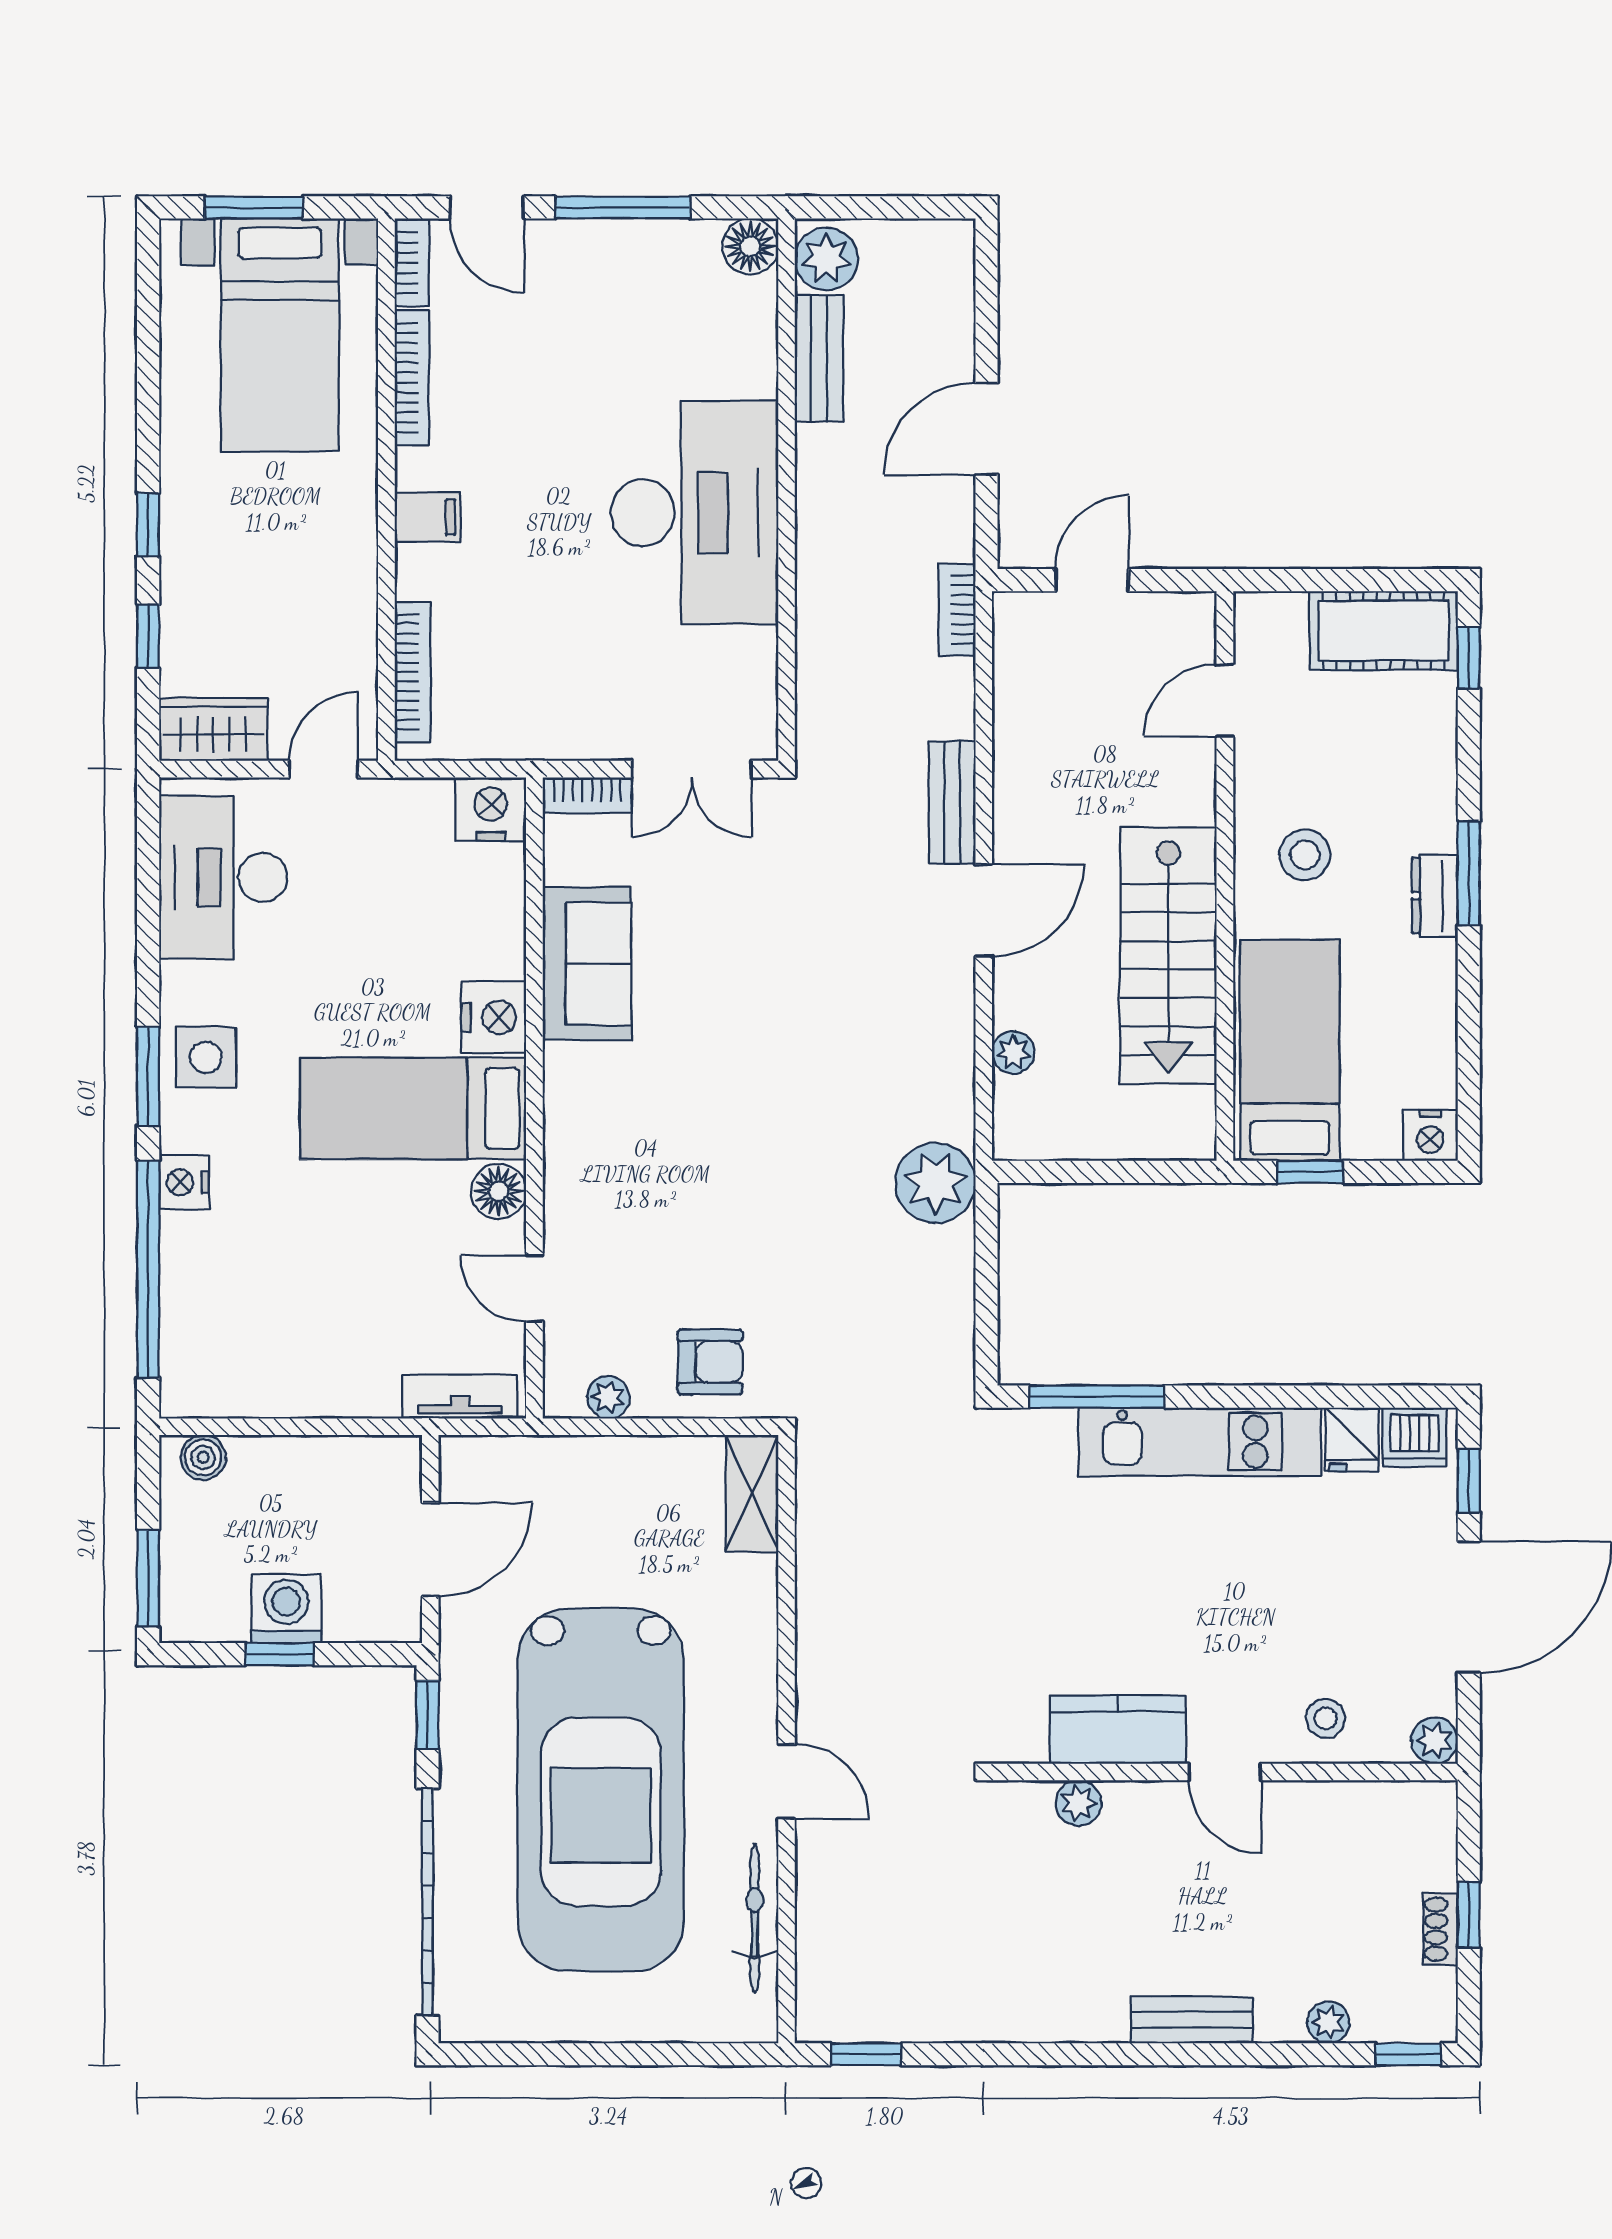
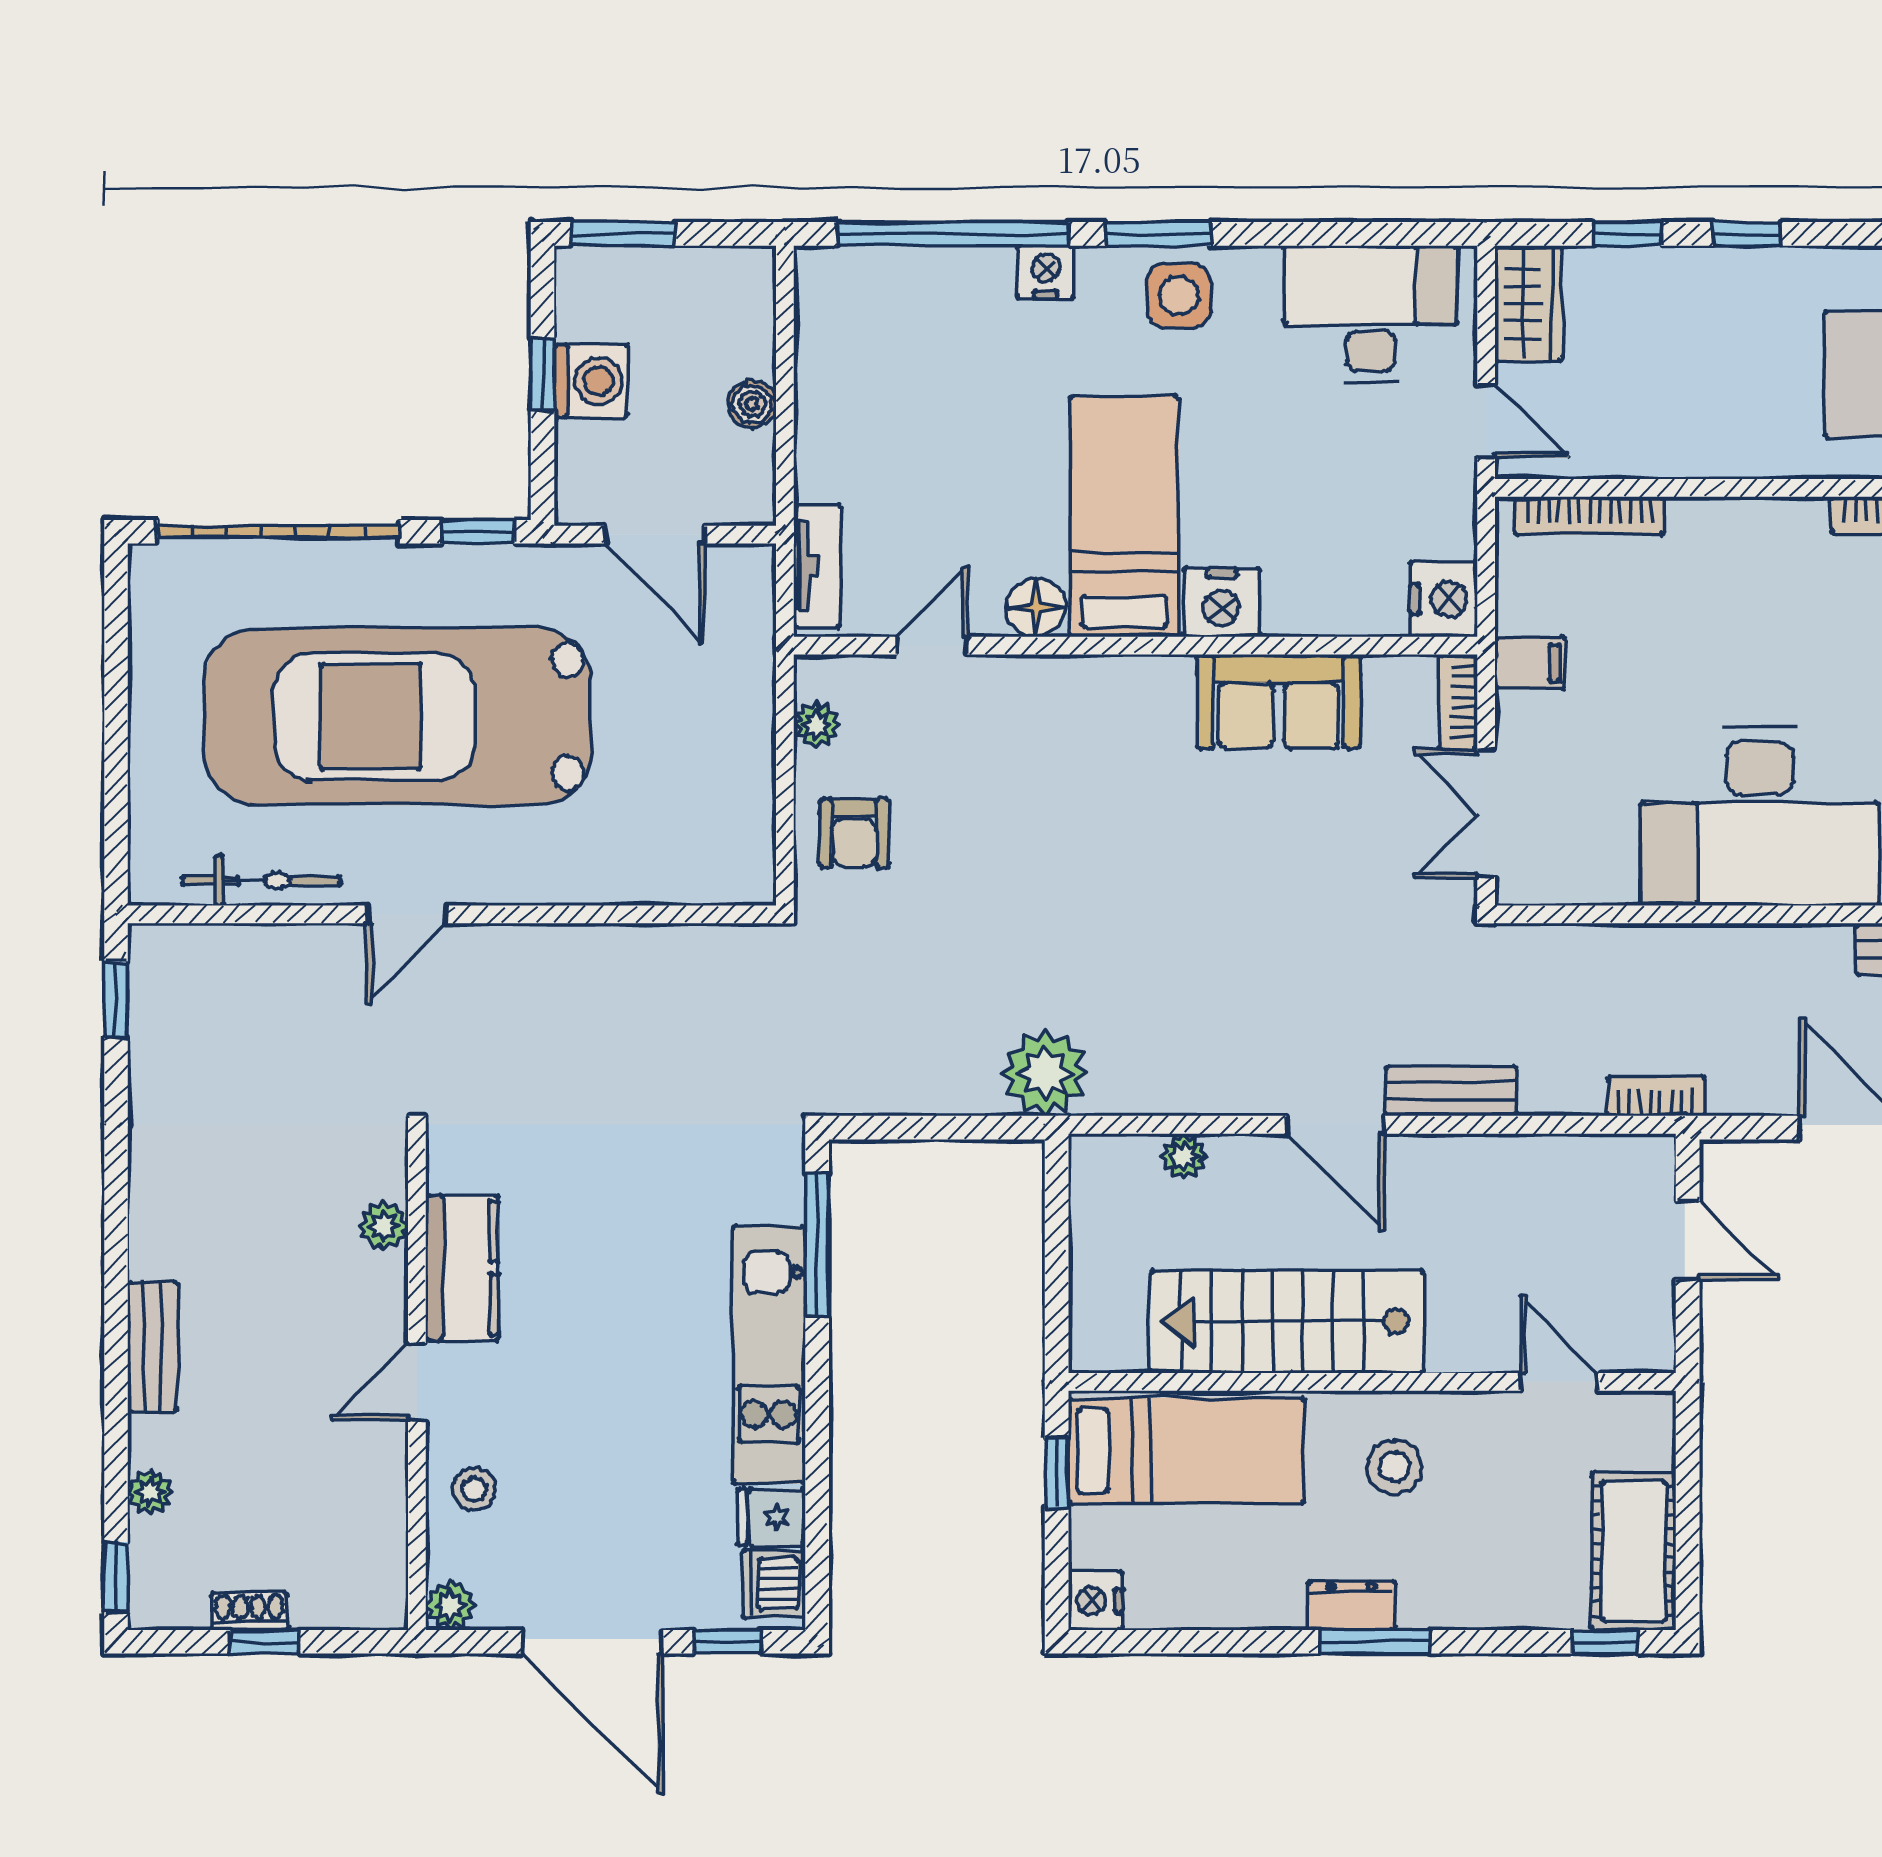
filing cabinet: (428, 517) -> (1530, 663), moved, turned -90
boiler: (203, 1457) -> (752, 404), moved
shelving: (752, 1493) -> (714, 878), removed

